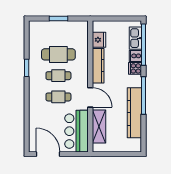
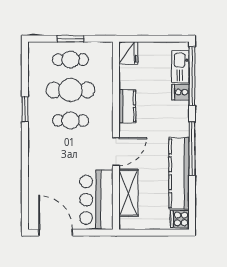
fridge: (99, 40) -> (128, 53), moved
kitchen counter: (98, 66) -> (127, 106), width x0.67
cooker: (135, 68) -> (180, 219), moved
cafe table: (58, 97) -> (70, 60), moved
door: (90, 97) -> (116, 151), hinge flipped

